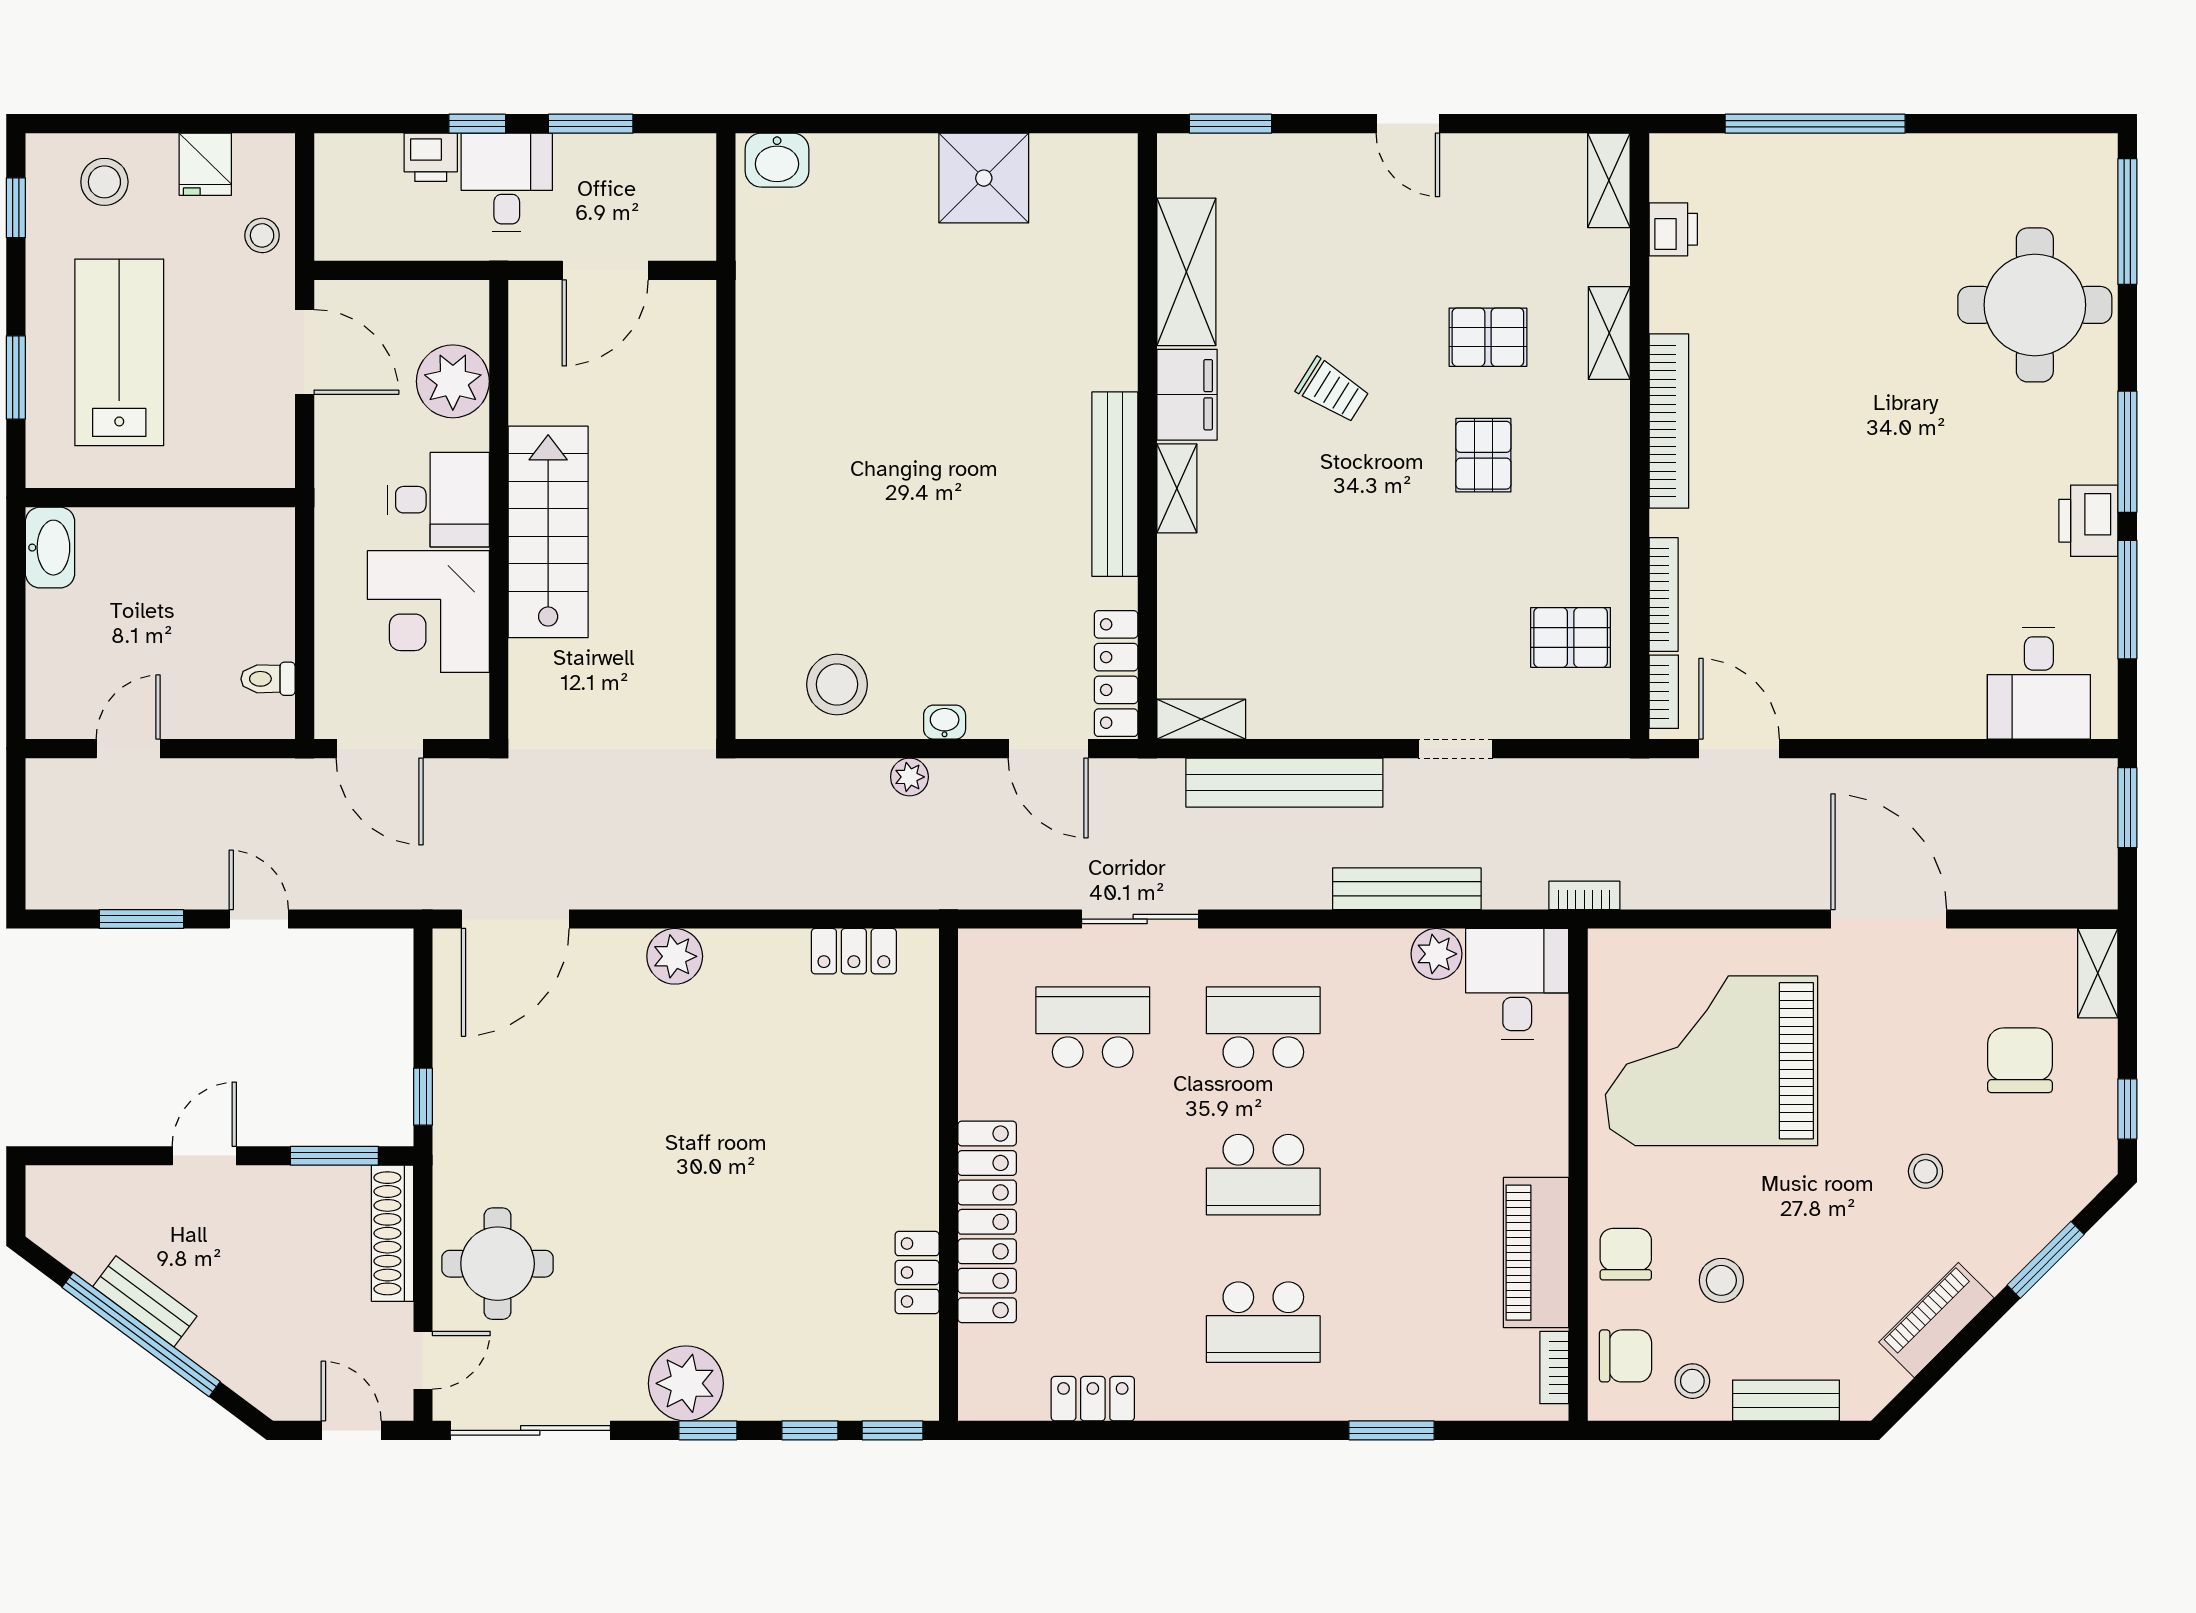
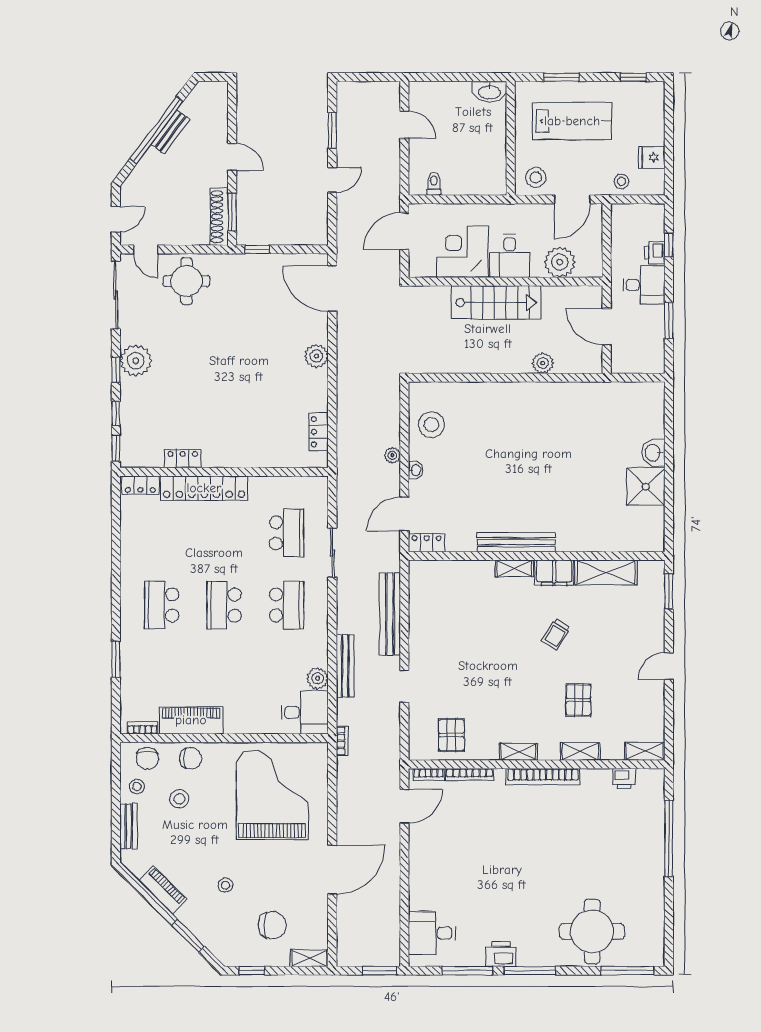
window: (477, 124) -> (669, 245), moved
washbasin: (777, 160) -> (653, 453), moved
stool: (104, 182) -> (536, 177), moved
plant: (692, 422) -> (543, 363), added
pallet: (1483, 455) -> (528, 698), removed
locker: (1116, 674) -> (427, 543), width x0.66
shelving: (1201, 719) -> (518, 752), moved, turned 90
shoe rack: (392, 1233) -> (219, 217), moved, turned -90
locker: (1093, 1399) -> (140, 485), moved, turned 90

